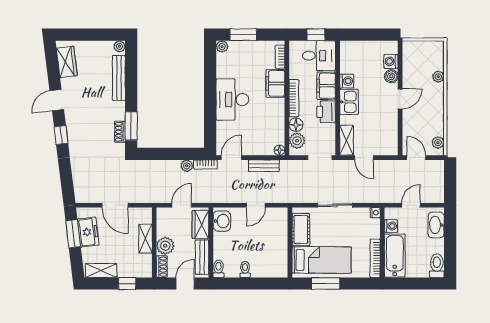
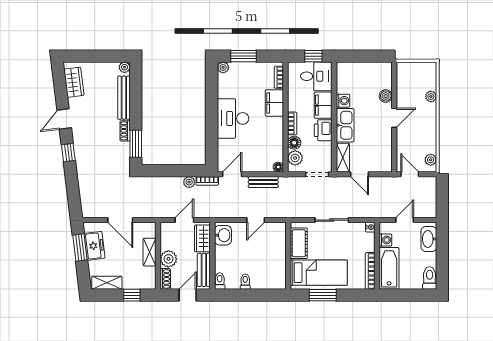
washing machine: (391, 61) -> (385, 82), removed
bookcase: (294, 98) -> (292, 123), width x0.64
kitchen sink: (349, 102) -> (345, 125), width x1.38
shoe rack: (120, 132) -> (125, 131), moved

